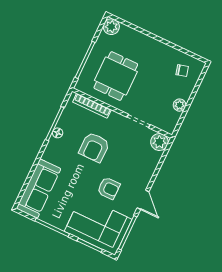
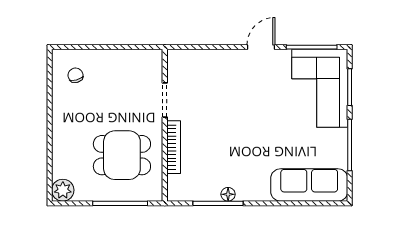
plant: (180, 105) -> (120, 58), removed
bookcase: (92, 106) -> (174, 147), moved
plant: (159, 142) -> (179, 61), removed
armchair: (94, 147) -> (224, 140), removed
armchair: (109, 188) -> (267, 97), removed

